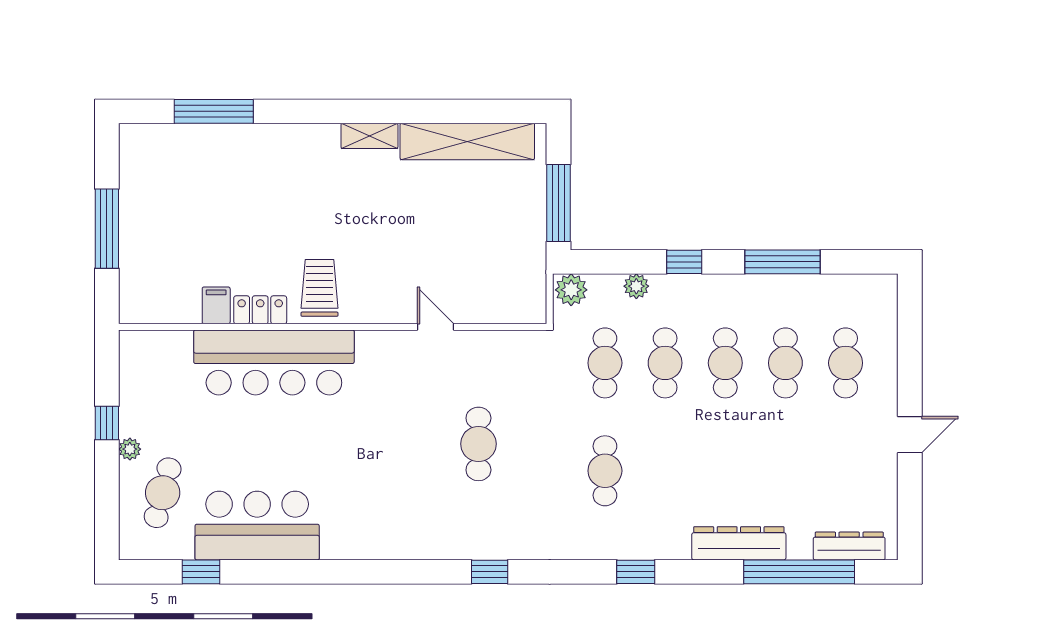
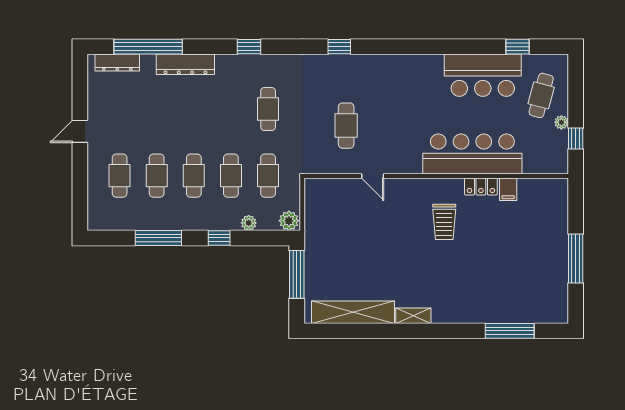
filing cabinet: (216, 305) -> (508, 189), moved
locker: (260, 310) -> (481, 187), moved
wall: (333, 327) -> (436, 176), moved
door: (436, 327) -> (373, 176), moved
bar counter: (274, 362) -> (472, 154), moved

